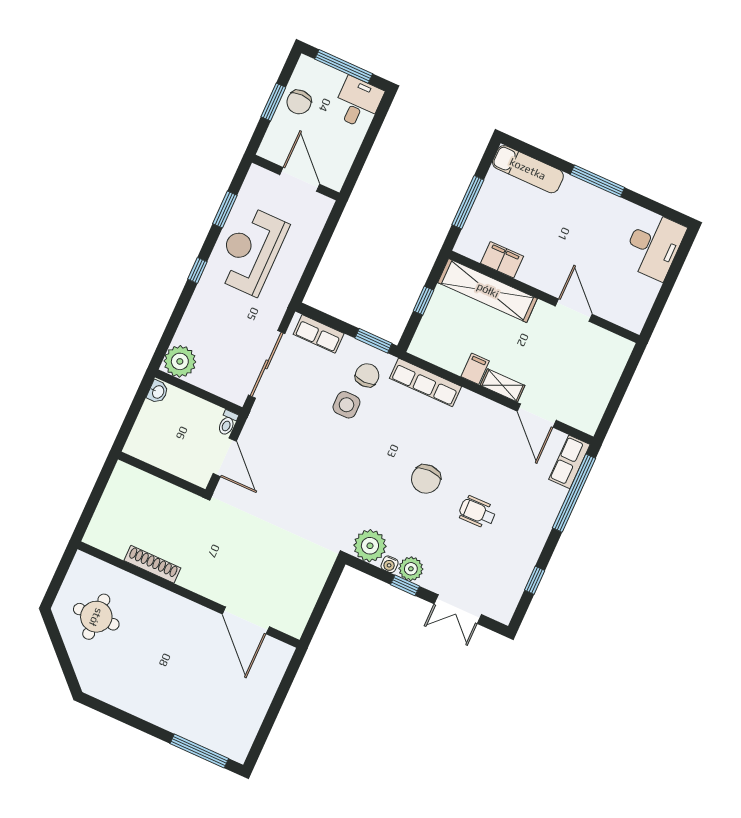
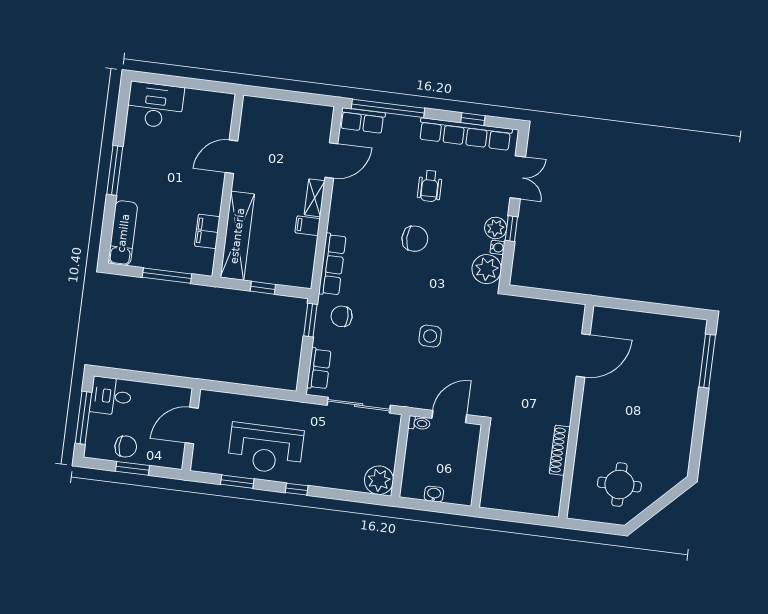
washbasin: (158, 392) -> (434, 494), moved
side table: (346, 405) -> (430, 336), moved
row of seats: (521, 567) -> (465, 134), added

